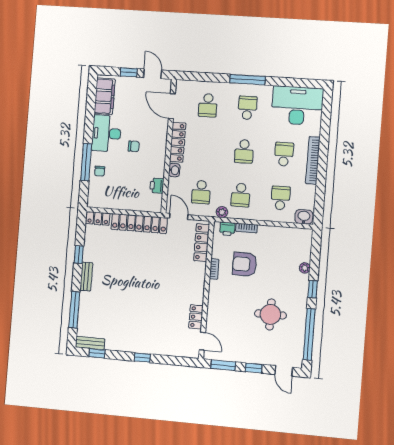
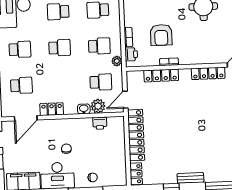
school desk: (247, 108) -> (20, 49), turned 180
locker: (178, 142) -> (52, 109), width x0.66
plant: (175, 186) -> (98, 106), added
locker: (202, 243) -> (161, 75), moved
locker: (196, 317) -> (208, 73), width x1.53

